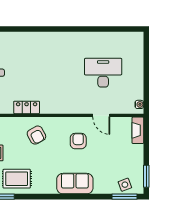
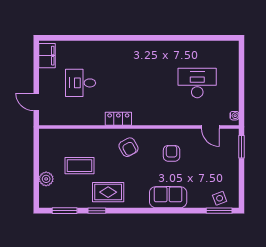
door: (101, 115) -> (210, 127), moved
fireplace: (138, 130) -> (233, 142), removed
window: (146, 176) -> (242, 147), moved

